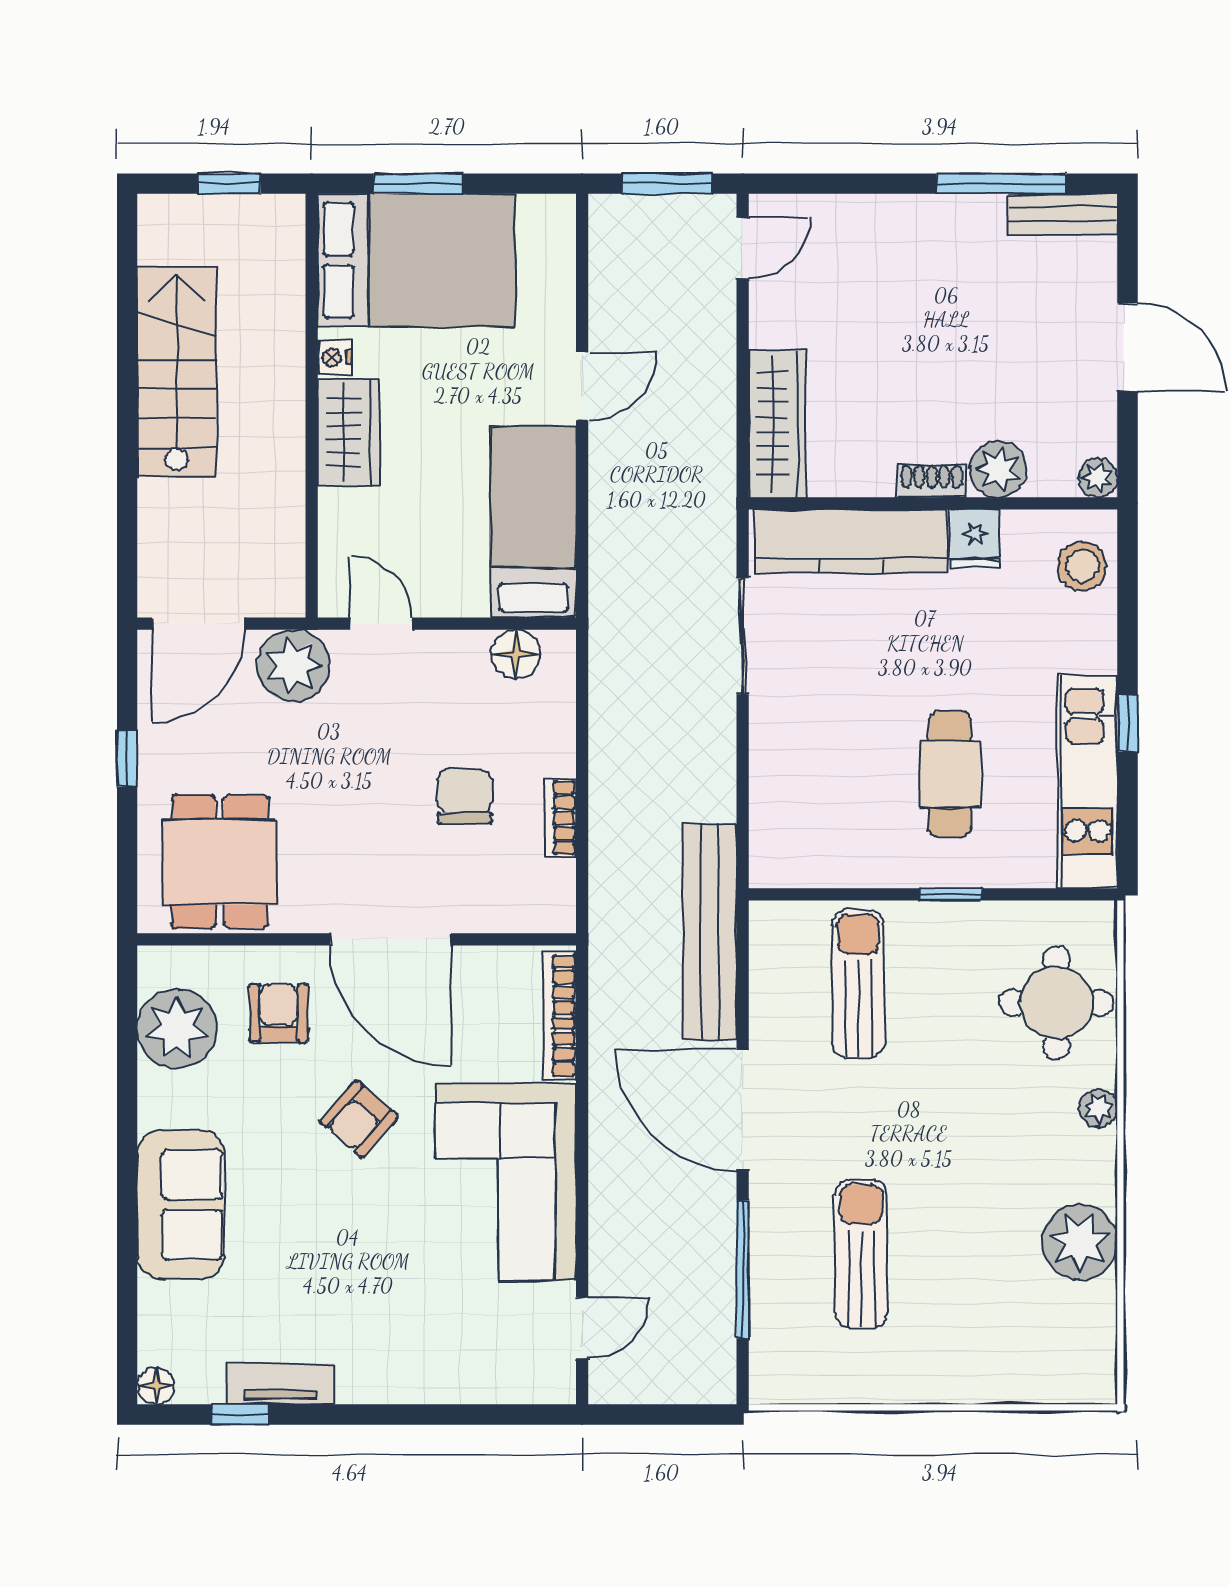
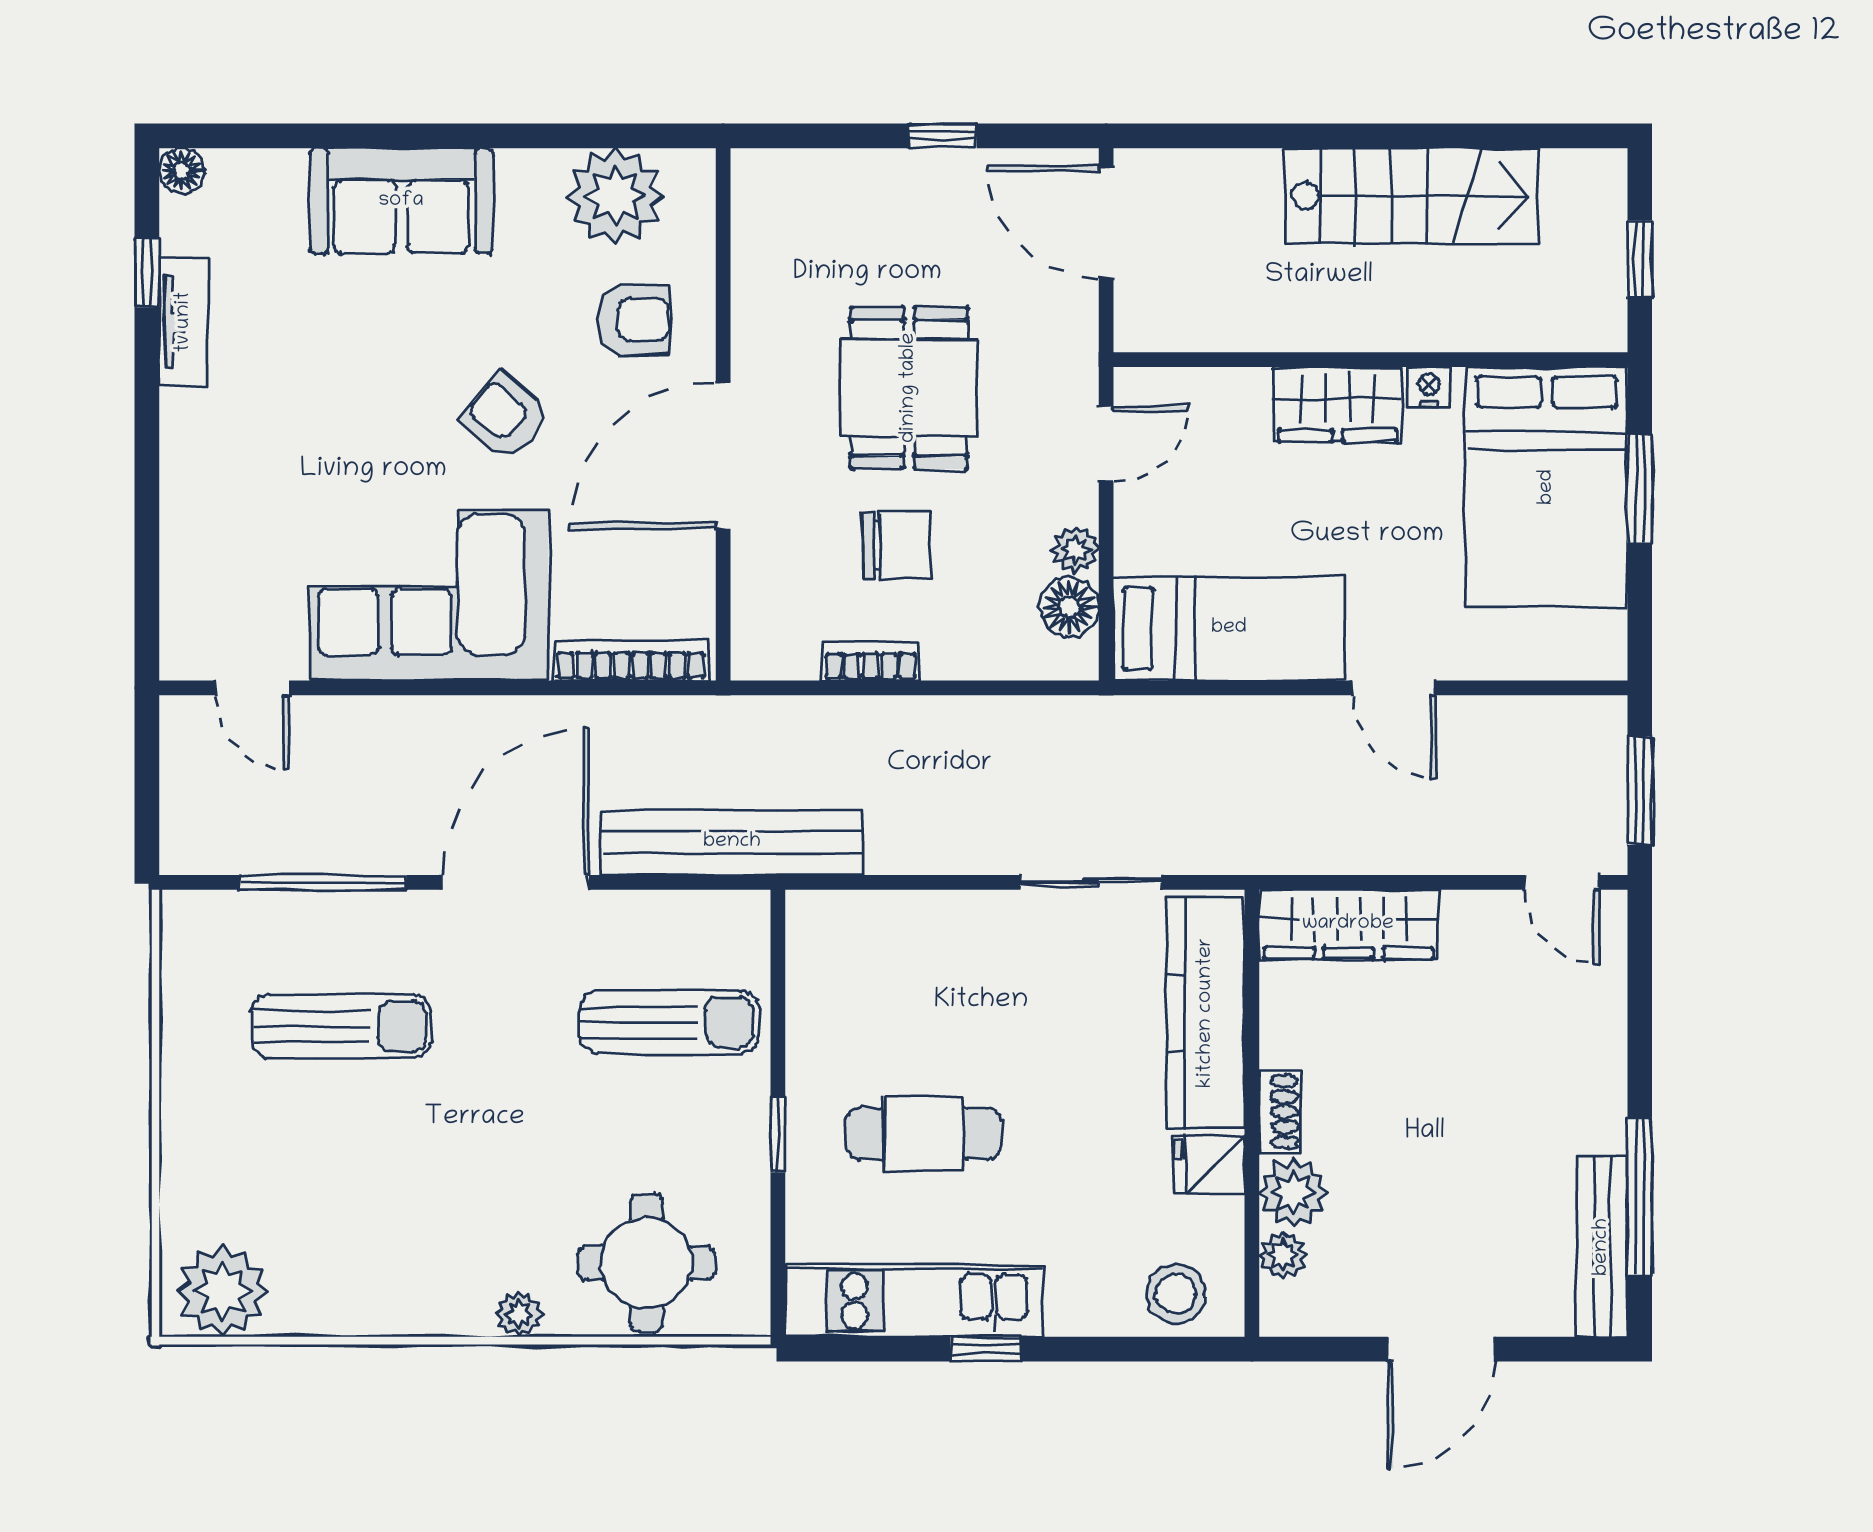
bench: (1063, 215) -> (1602, 1247), width x1.36
plant: (1098, 478) -> (1283, 1255), moved
plant: (293, 666) -> (1075, 549), moved, width x0.53, depth x0.53
dining table: (220, 862) -> (909, 388), moved, turned 90
plant: (1080, 1242) -> (223, 1291), moved

